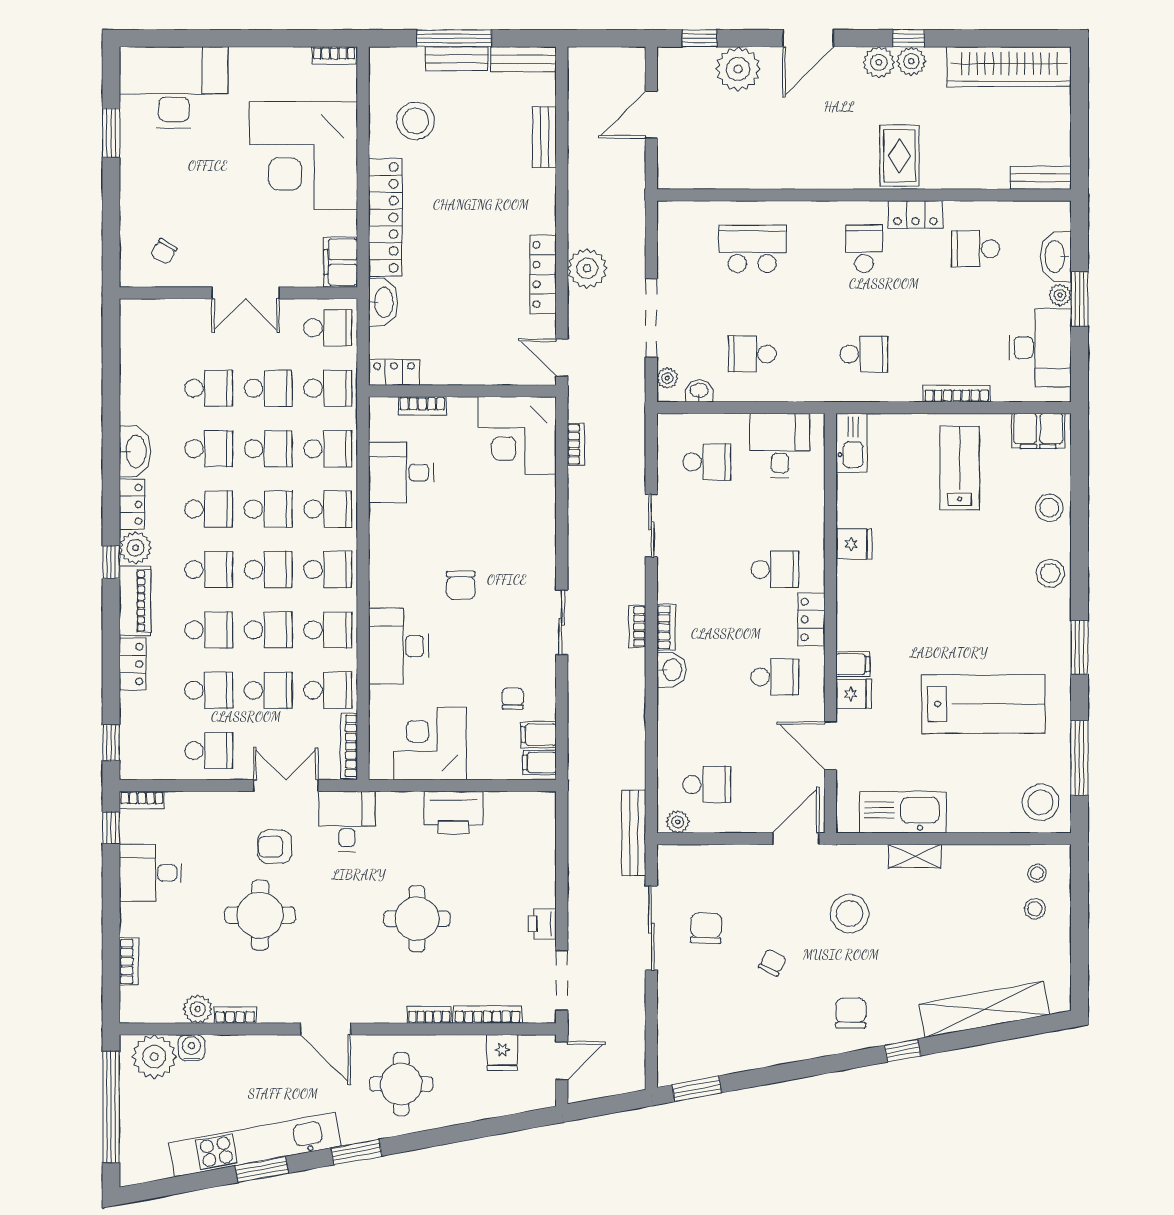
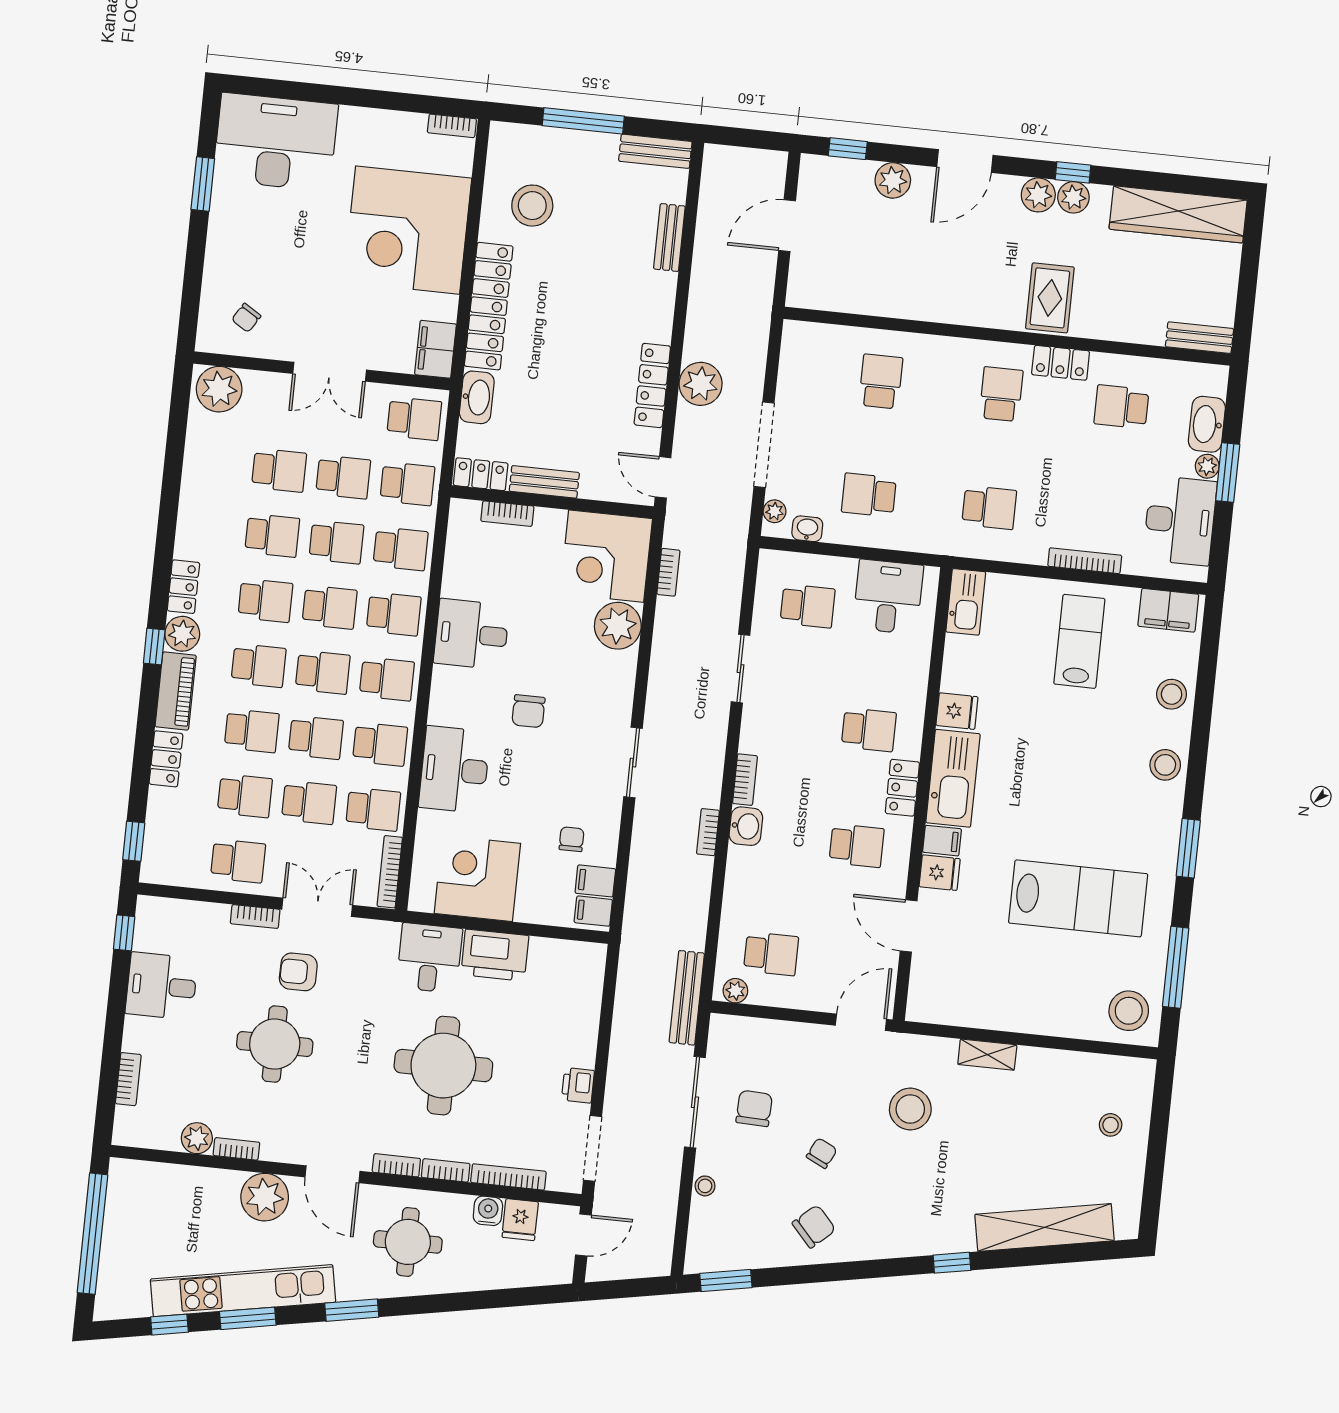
bench: (457, 59) -> (544, 482), moved
plant: (738, 69) -> (893, 180), width x0.73, depth x0.73
school desk: (752, 249) -> (881, 381), width x0.54
plant: (146, 320) -> (219, 389), added
washbasin: (135, 451) -> (193, 530), removed
desk: (401, 473) -> (472, 634), moved
plant: (535, 498) -> (618, 626), added
bookcase: (637, 627) -> (708, 832), moved
bookcase: (142, 800) -> (255, 916), moved
kitchen sink: (903, 812) -> (953, 778), moved, turned 90
desk: (347, 821) -> (429, 958), moved
stool: (1037, 873) -> (705, 1186), moved
round table: (417, 919) -> (443, 1066), width x1.36, depth x1.36
chair: (851, 1013) -> (814, 1226), moved, turned 48
bookcase: (383, 1015) -> (396, 1165), added
water cooler: (191, 1048) -> (488, 1211), moved
plant: (154, 1057) -> (265, 1197), moved
window: (190, 1183) -> (169, 1325), added

